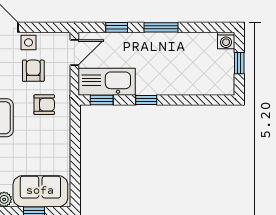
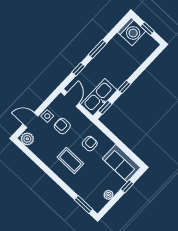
washing machine: (226, 41) -> (132, 32), width x1.89, depth x1.89
armchair: (44, 105) -> (90, 144), moved
sofa: (40, 191) -> (121, 163), moved, turned -90

